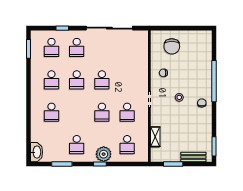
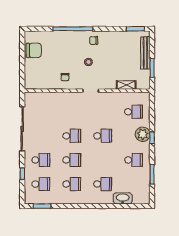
chair: (172, 46) -> (34, 50), moved
school desk: (127, 112) -> (103, 112), removed
washbasin: (37, 152) -> (123, 198), moved
bench: (193, 157) -> (145, 53), width x1.36

